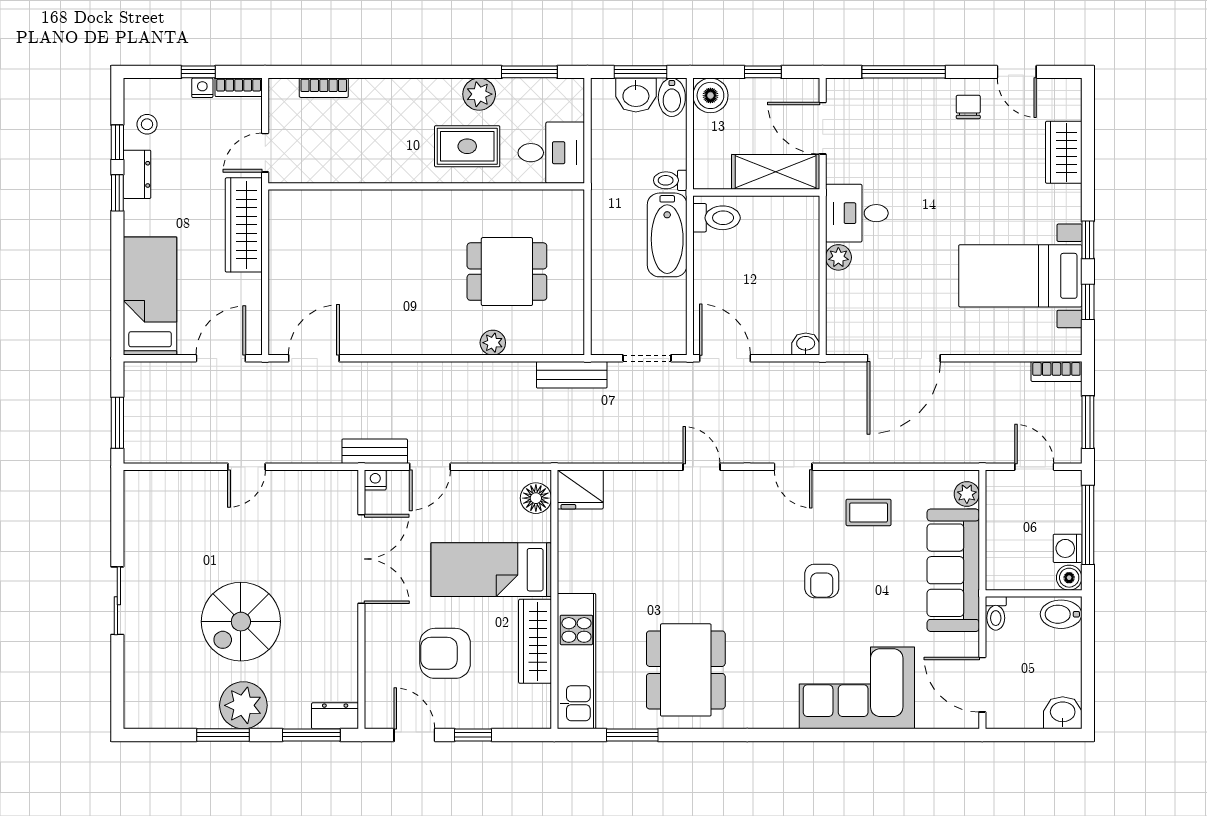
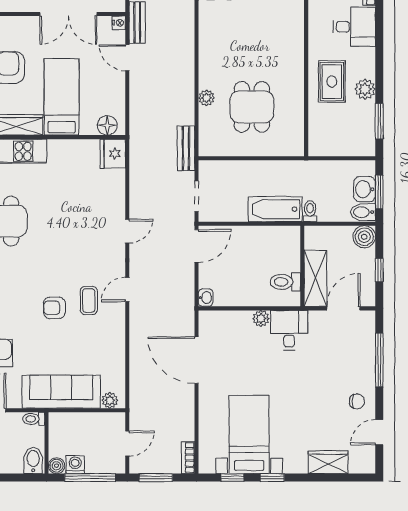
desk: (551, 153) -> (354, 27), moved, turned -90
toilet: (716, 218) -> (285, 282), moved, turned 90
coffee table: (869, 512) -> (89, 301), moved

